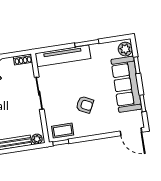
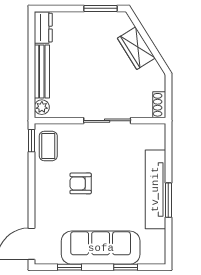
plant: (125, 49) -> (151, 254), removed
tv unit: (63, 56) -> (155, 189), moved
armchair: (85, 105) -> (81, 183), turned 63

